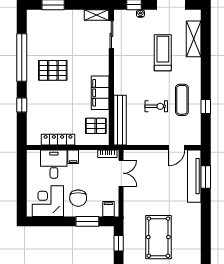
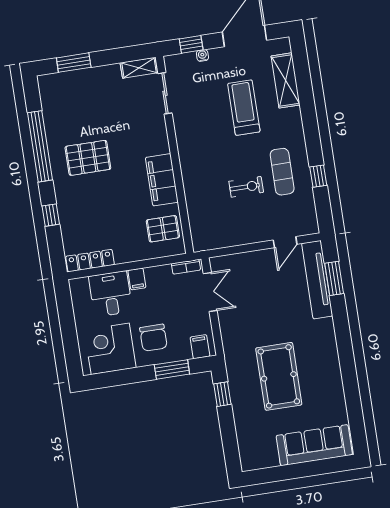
bench: (120, 120) -> (197, 215), removed
locker: (58, 140) -> (90, 261), moved

